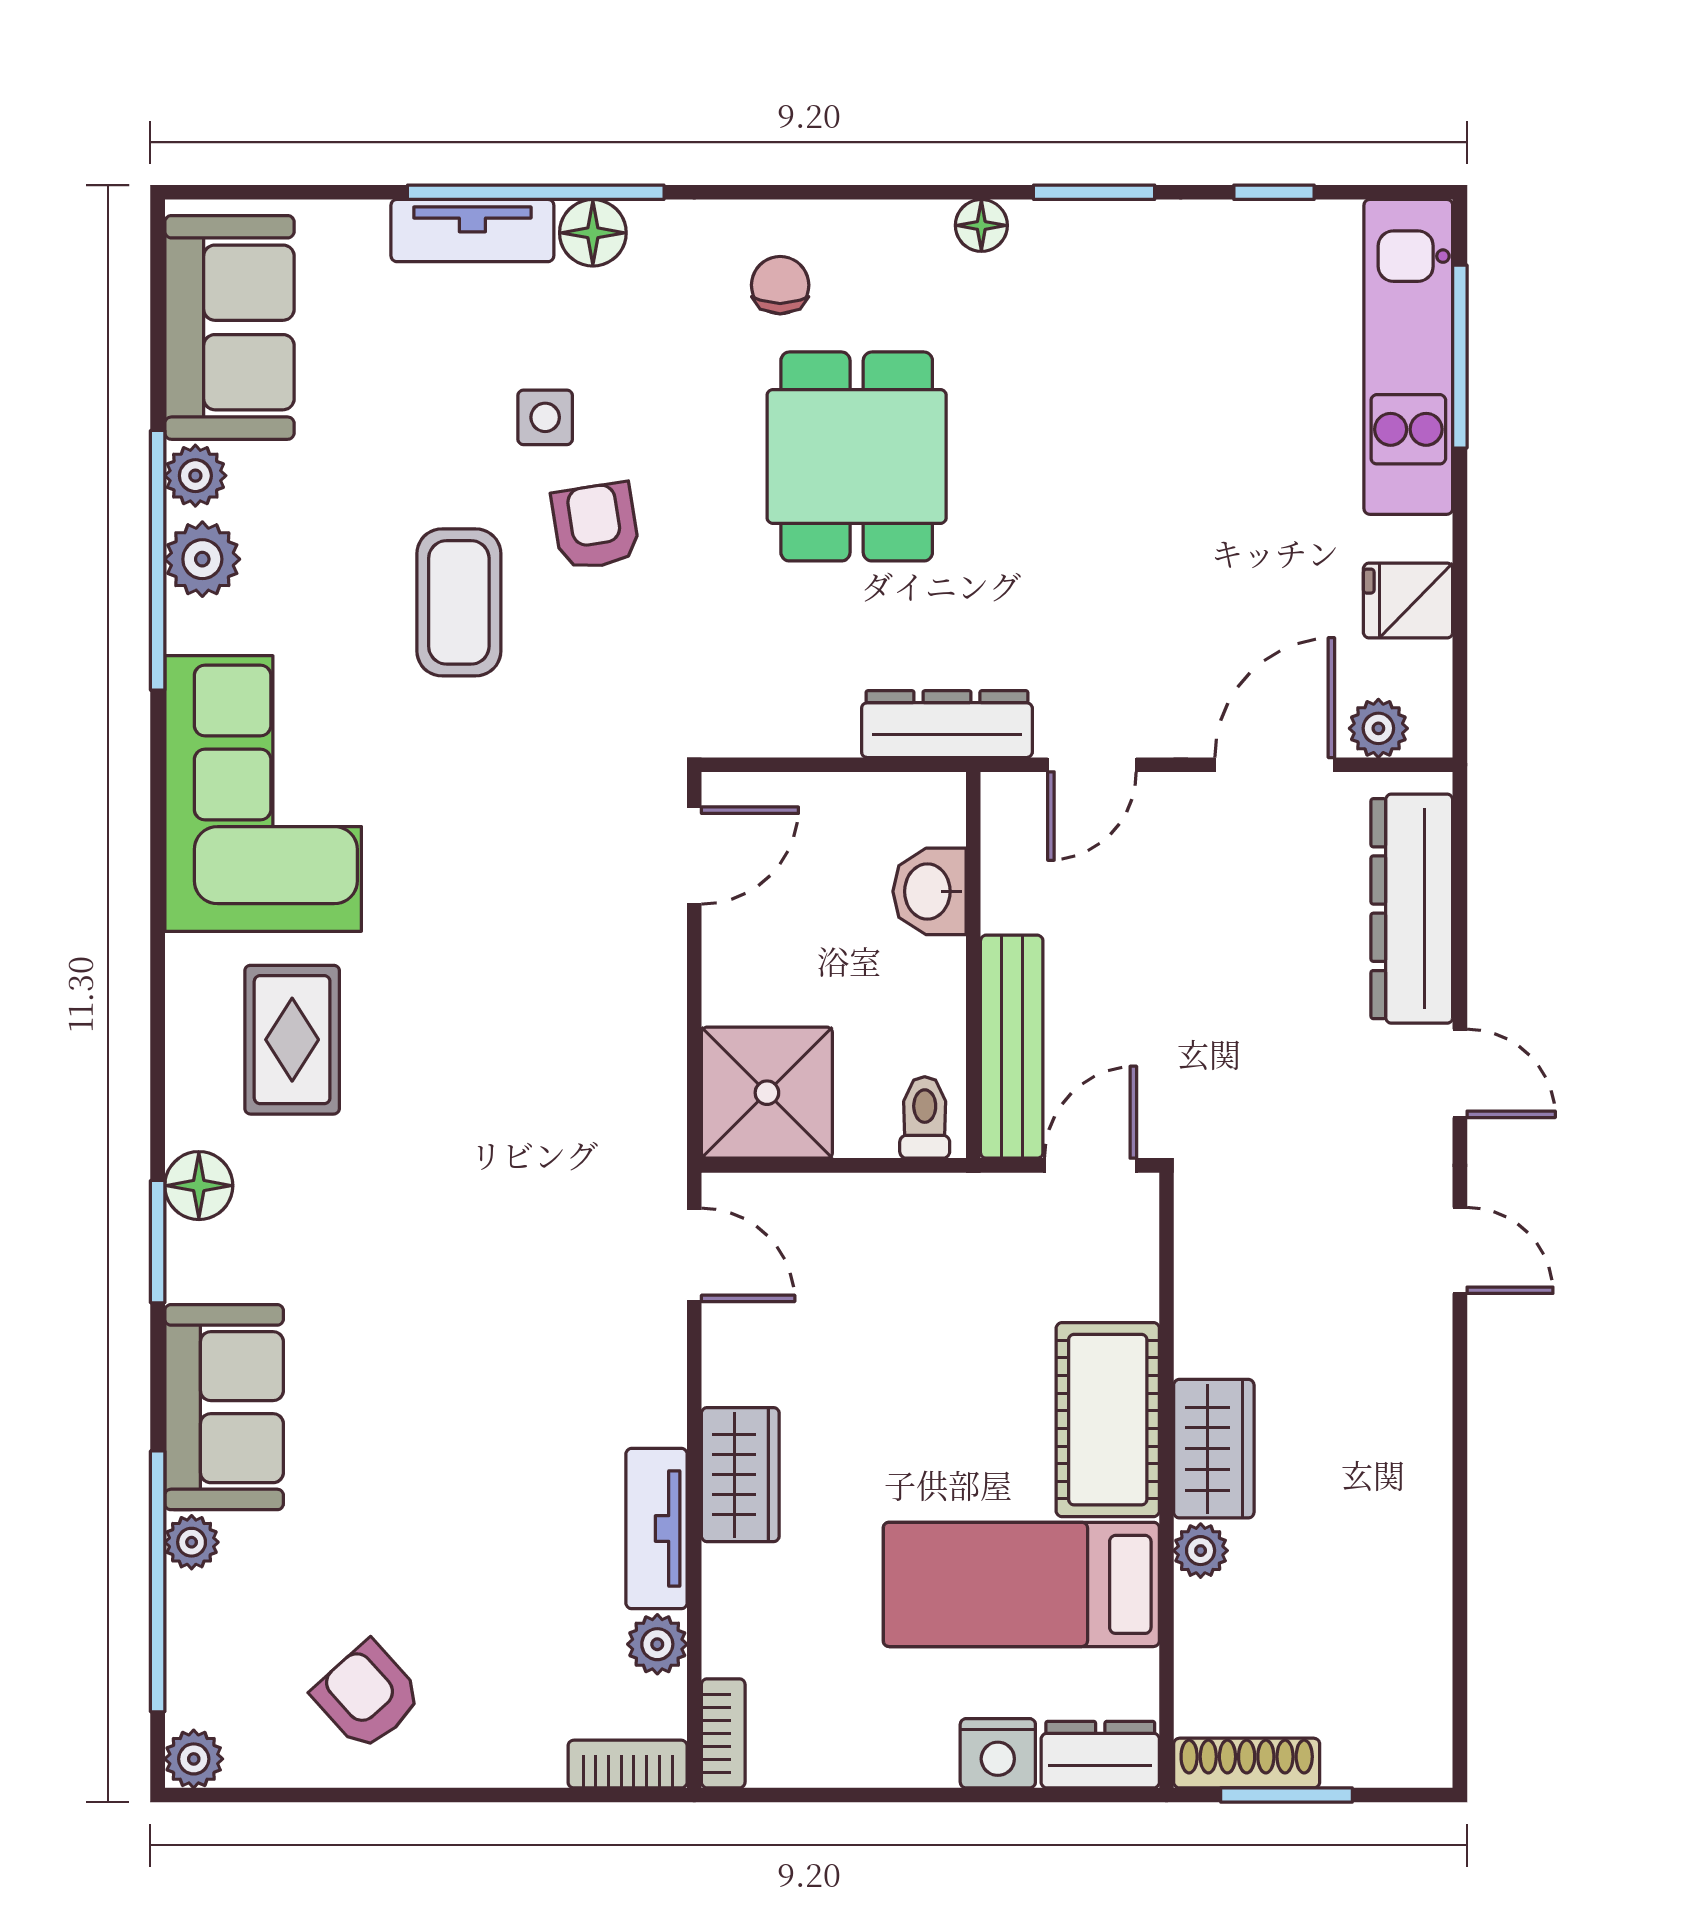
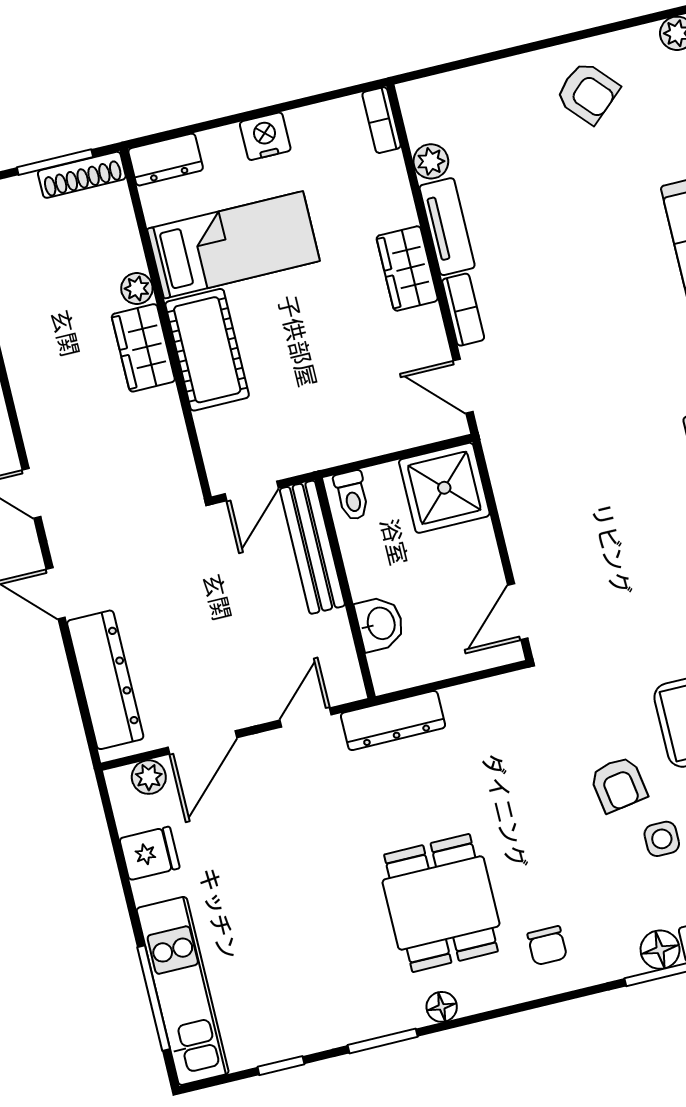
dining table: (857, 456) -> (441, 903), moved
nightstand: (998, 1753) -> (265, 136), moved
bookcase: (628, 1764) -> (463, 310), moved, turned -90

